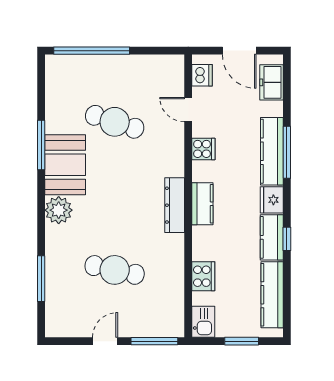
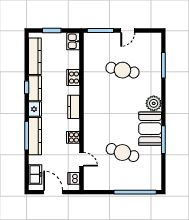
dresser: (175, 205) -> (89, 106), removed
cooker: (203, 276) -> (73, 78), moved

